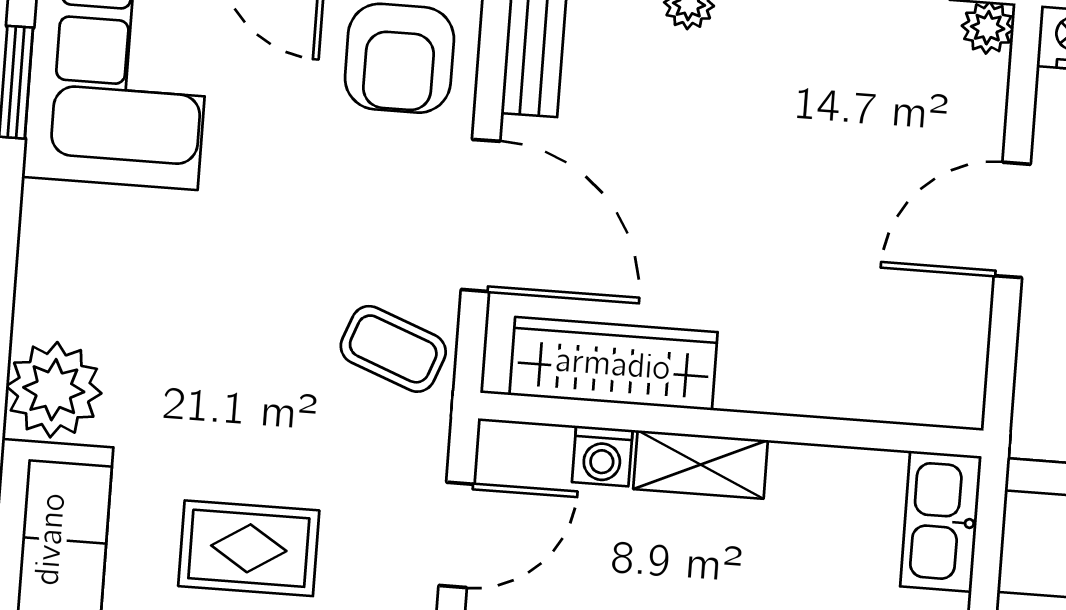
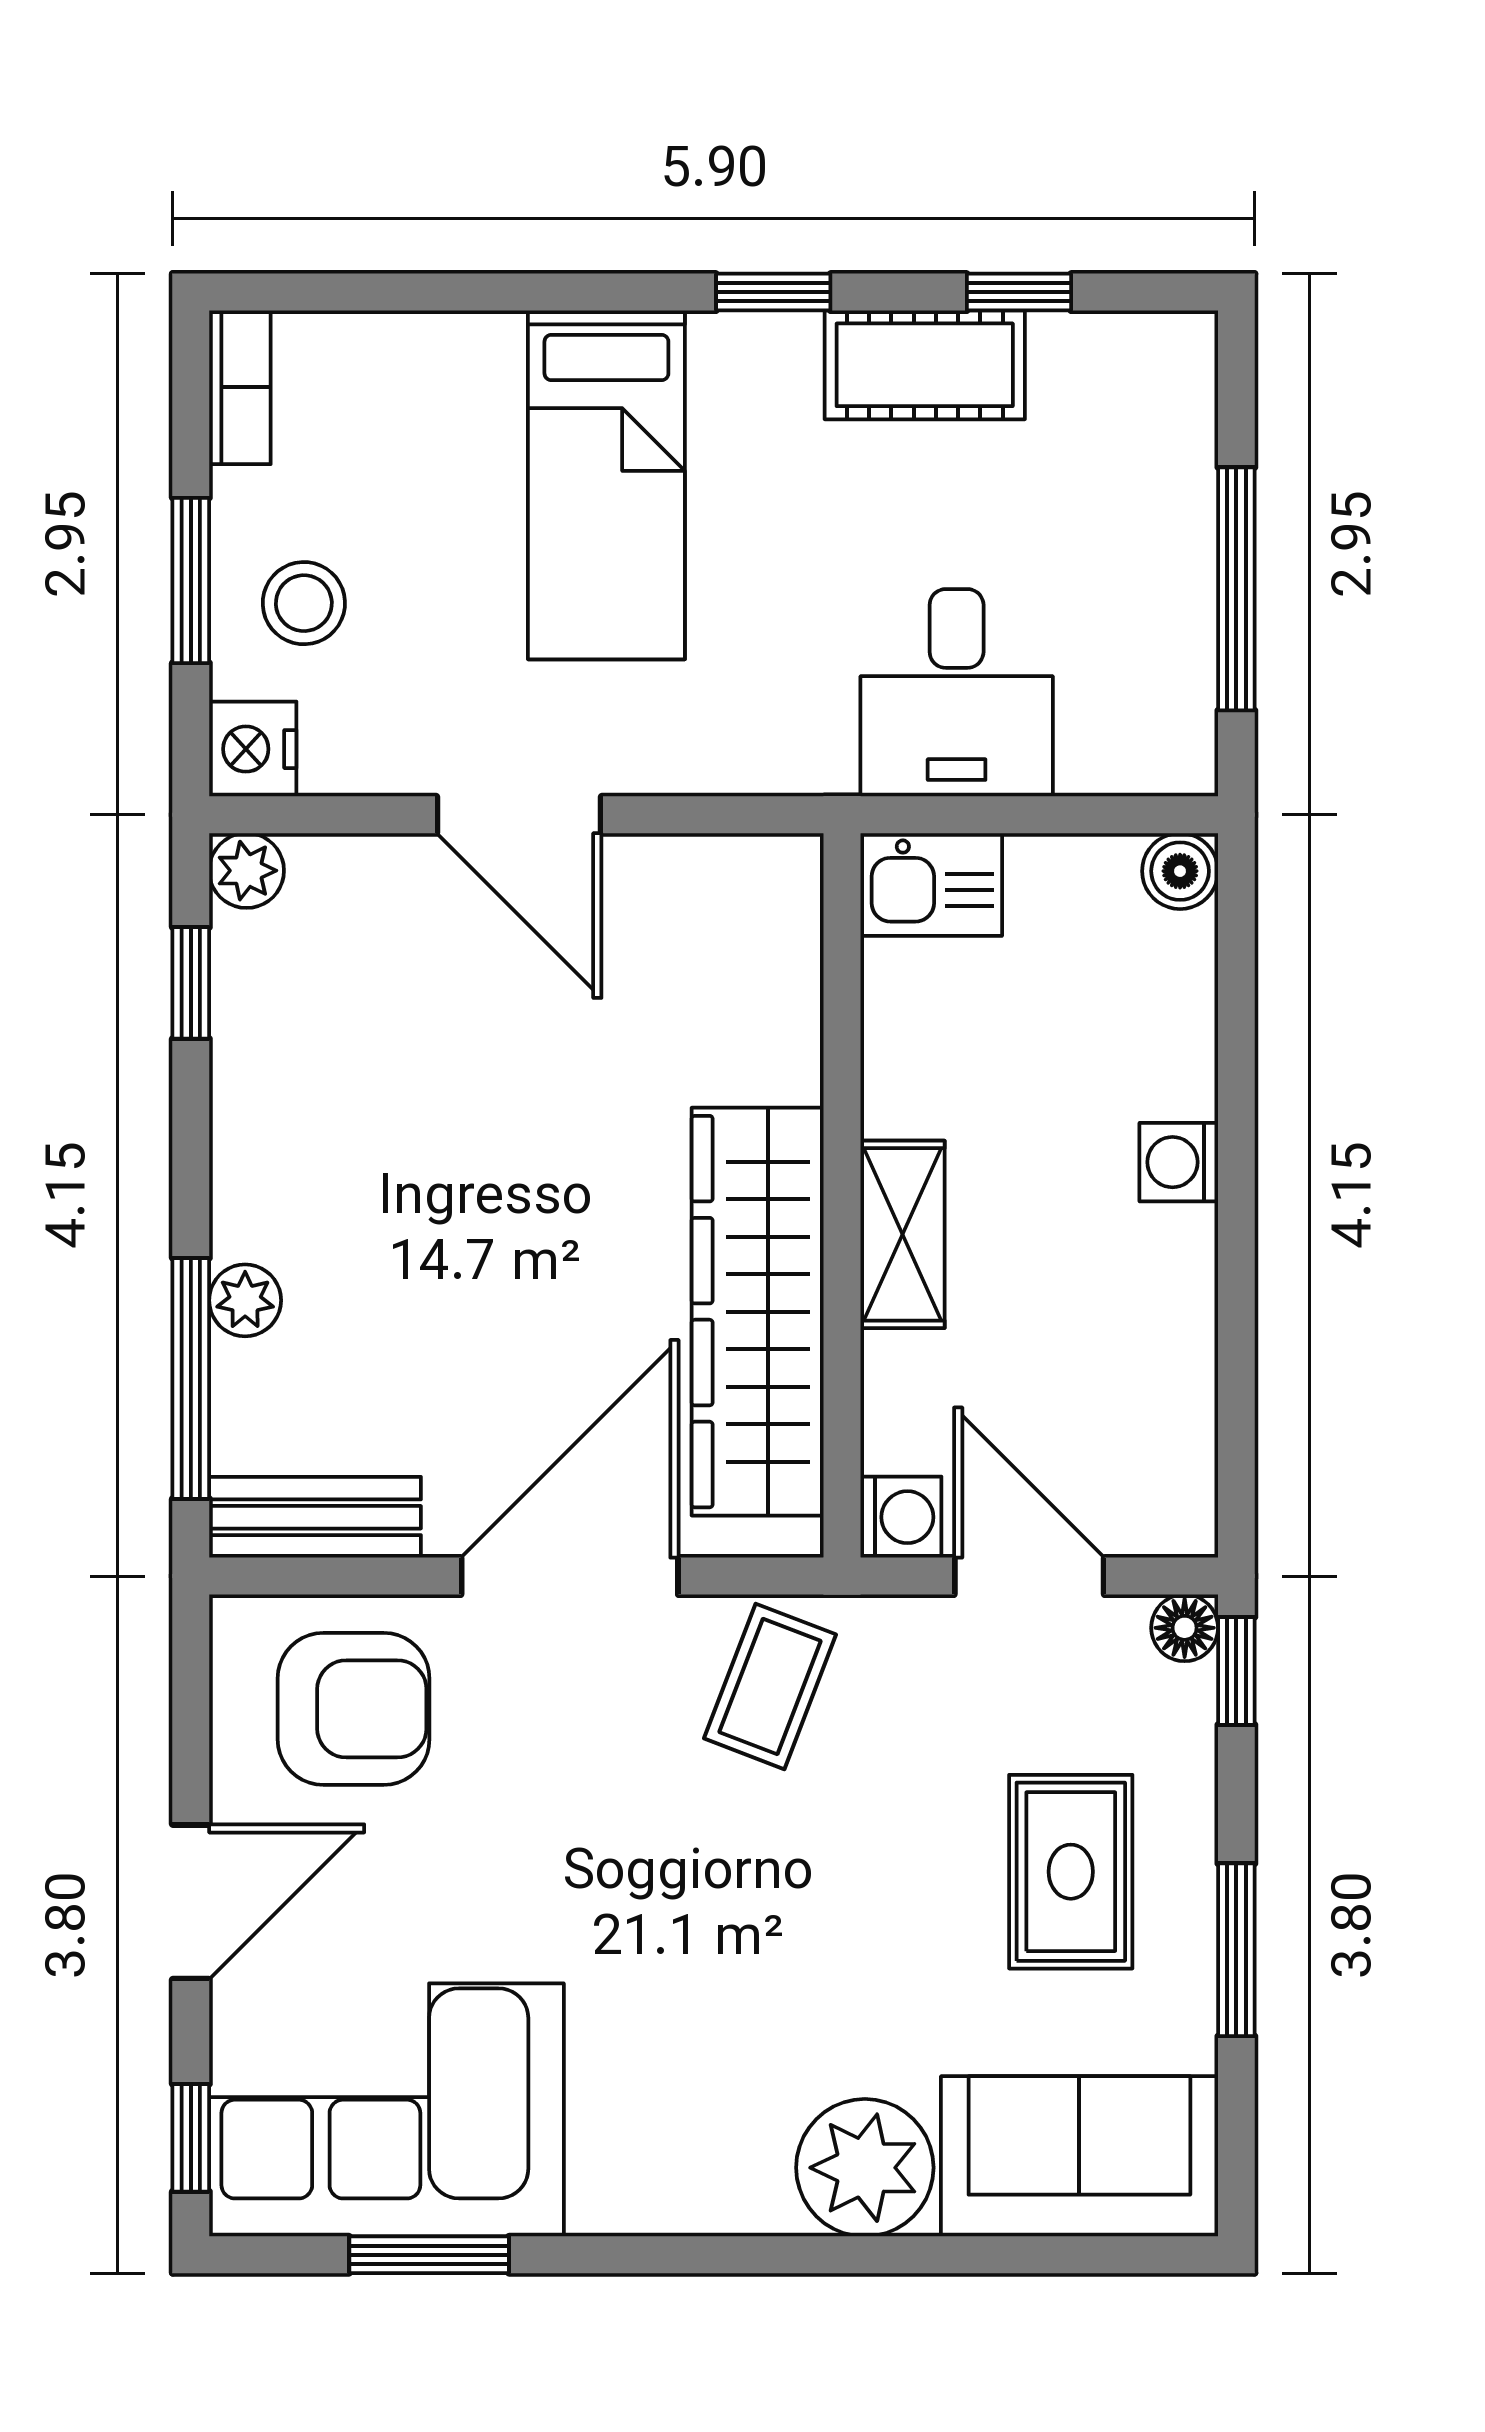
wardrobe: (613, 364) -> (758, 1312), width x1.40, depth x1.17
washing machine: (602, 456) -> (901, 1517), moved
kitchen sink: (941, 521) -> (931, 885), width x0.73

